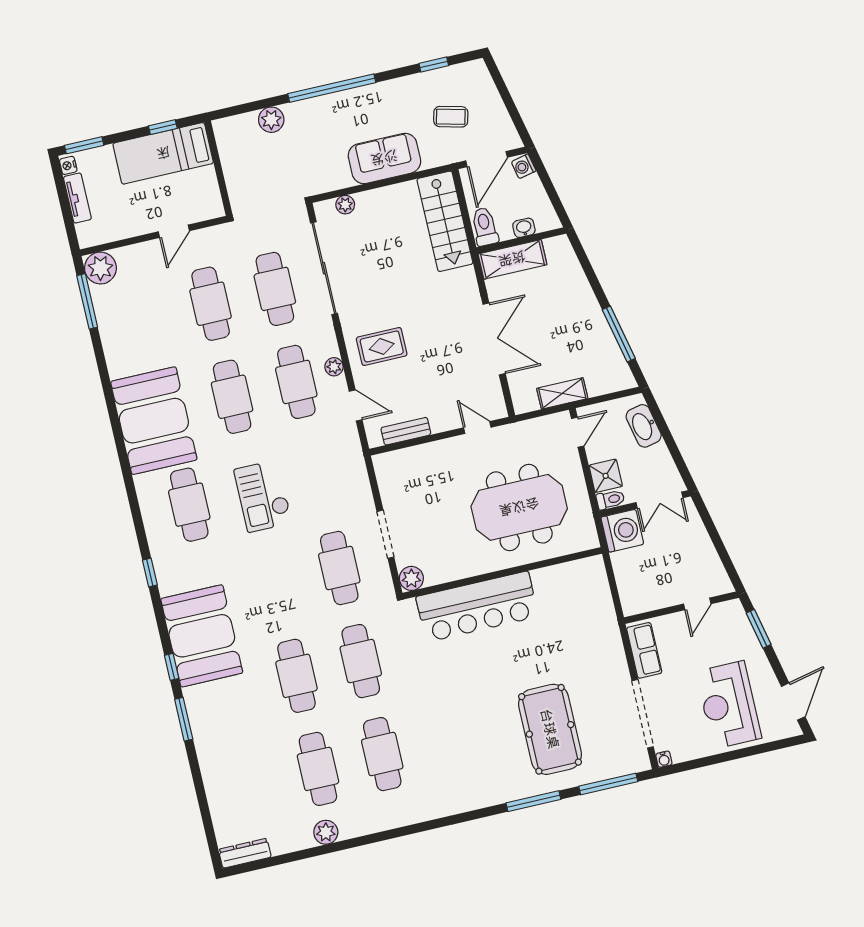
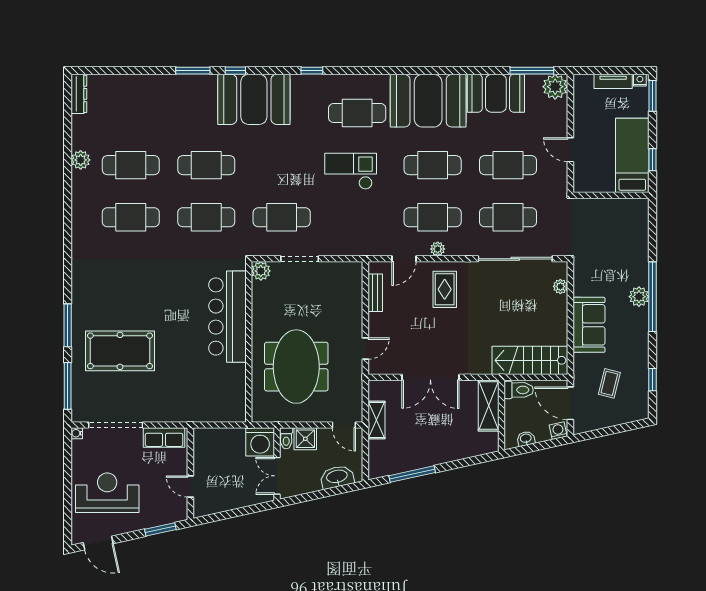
plant: (271, 120) -> (639, 297), moved
washbasin: (524, 228) -> (526, 439), moved, turned -102
booth: (125, 339) -> (496, 93), added

